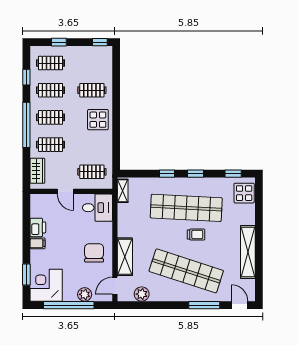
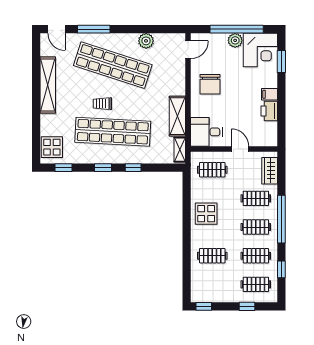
display table: (98, 120) -> (206, 214), moved
shelving: (125, 257) -> (177, 116), moved
plant: (85, 294) -> (235, 40), moved
plant: (142, 294) -> (146, 41), moved

